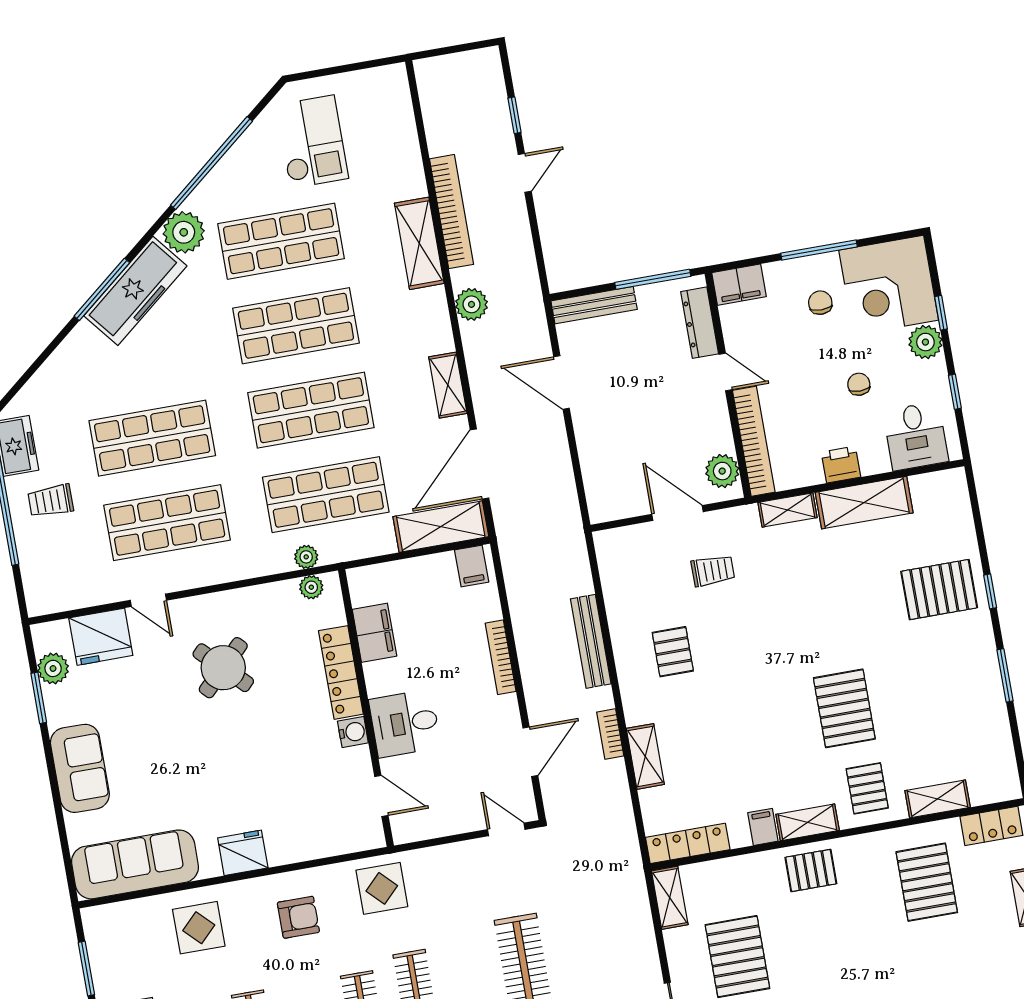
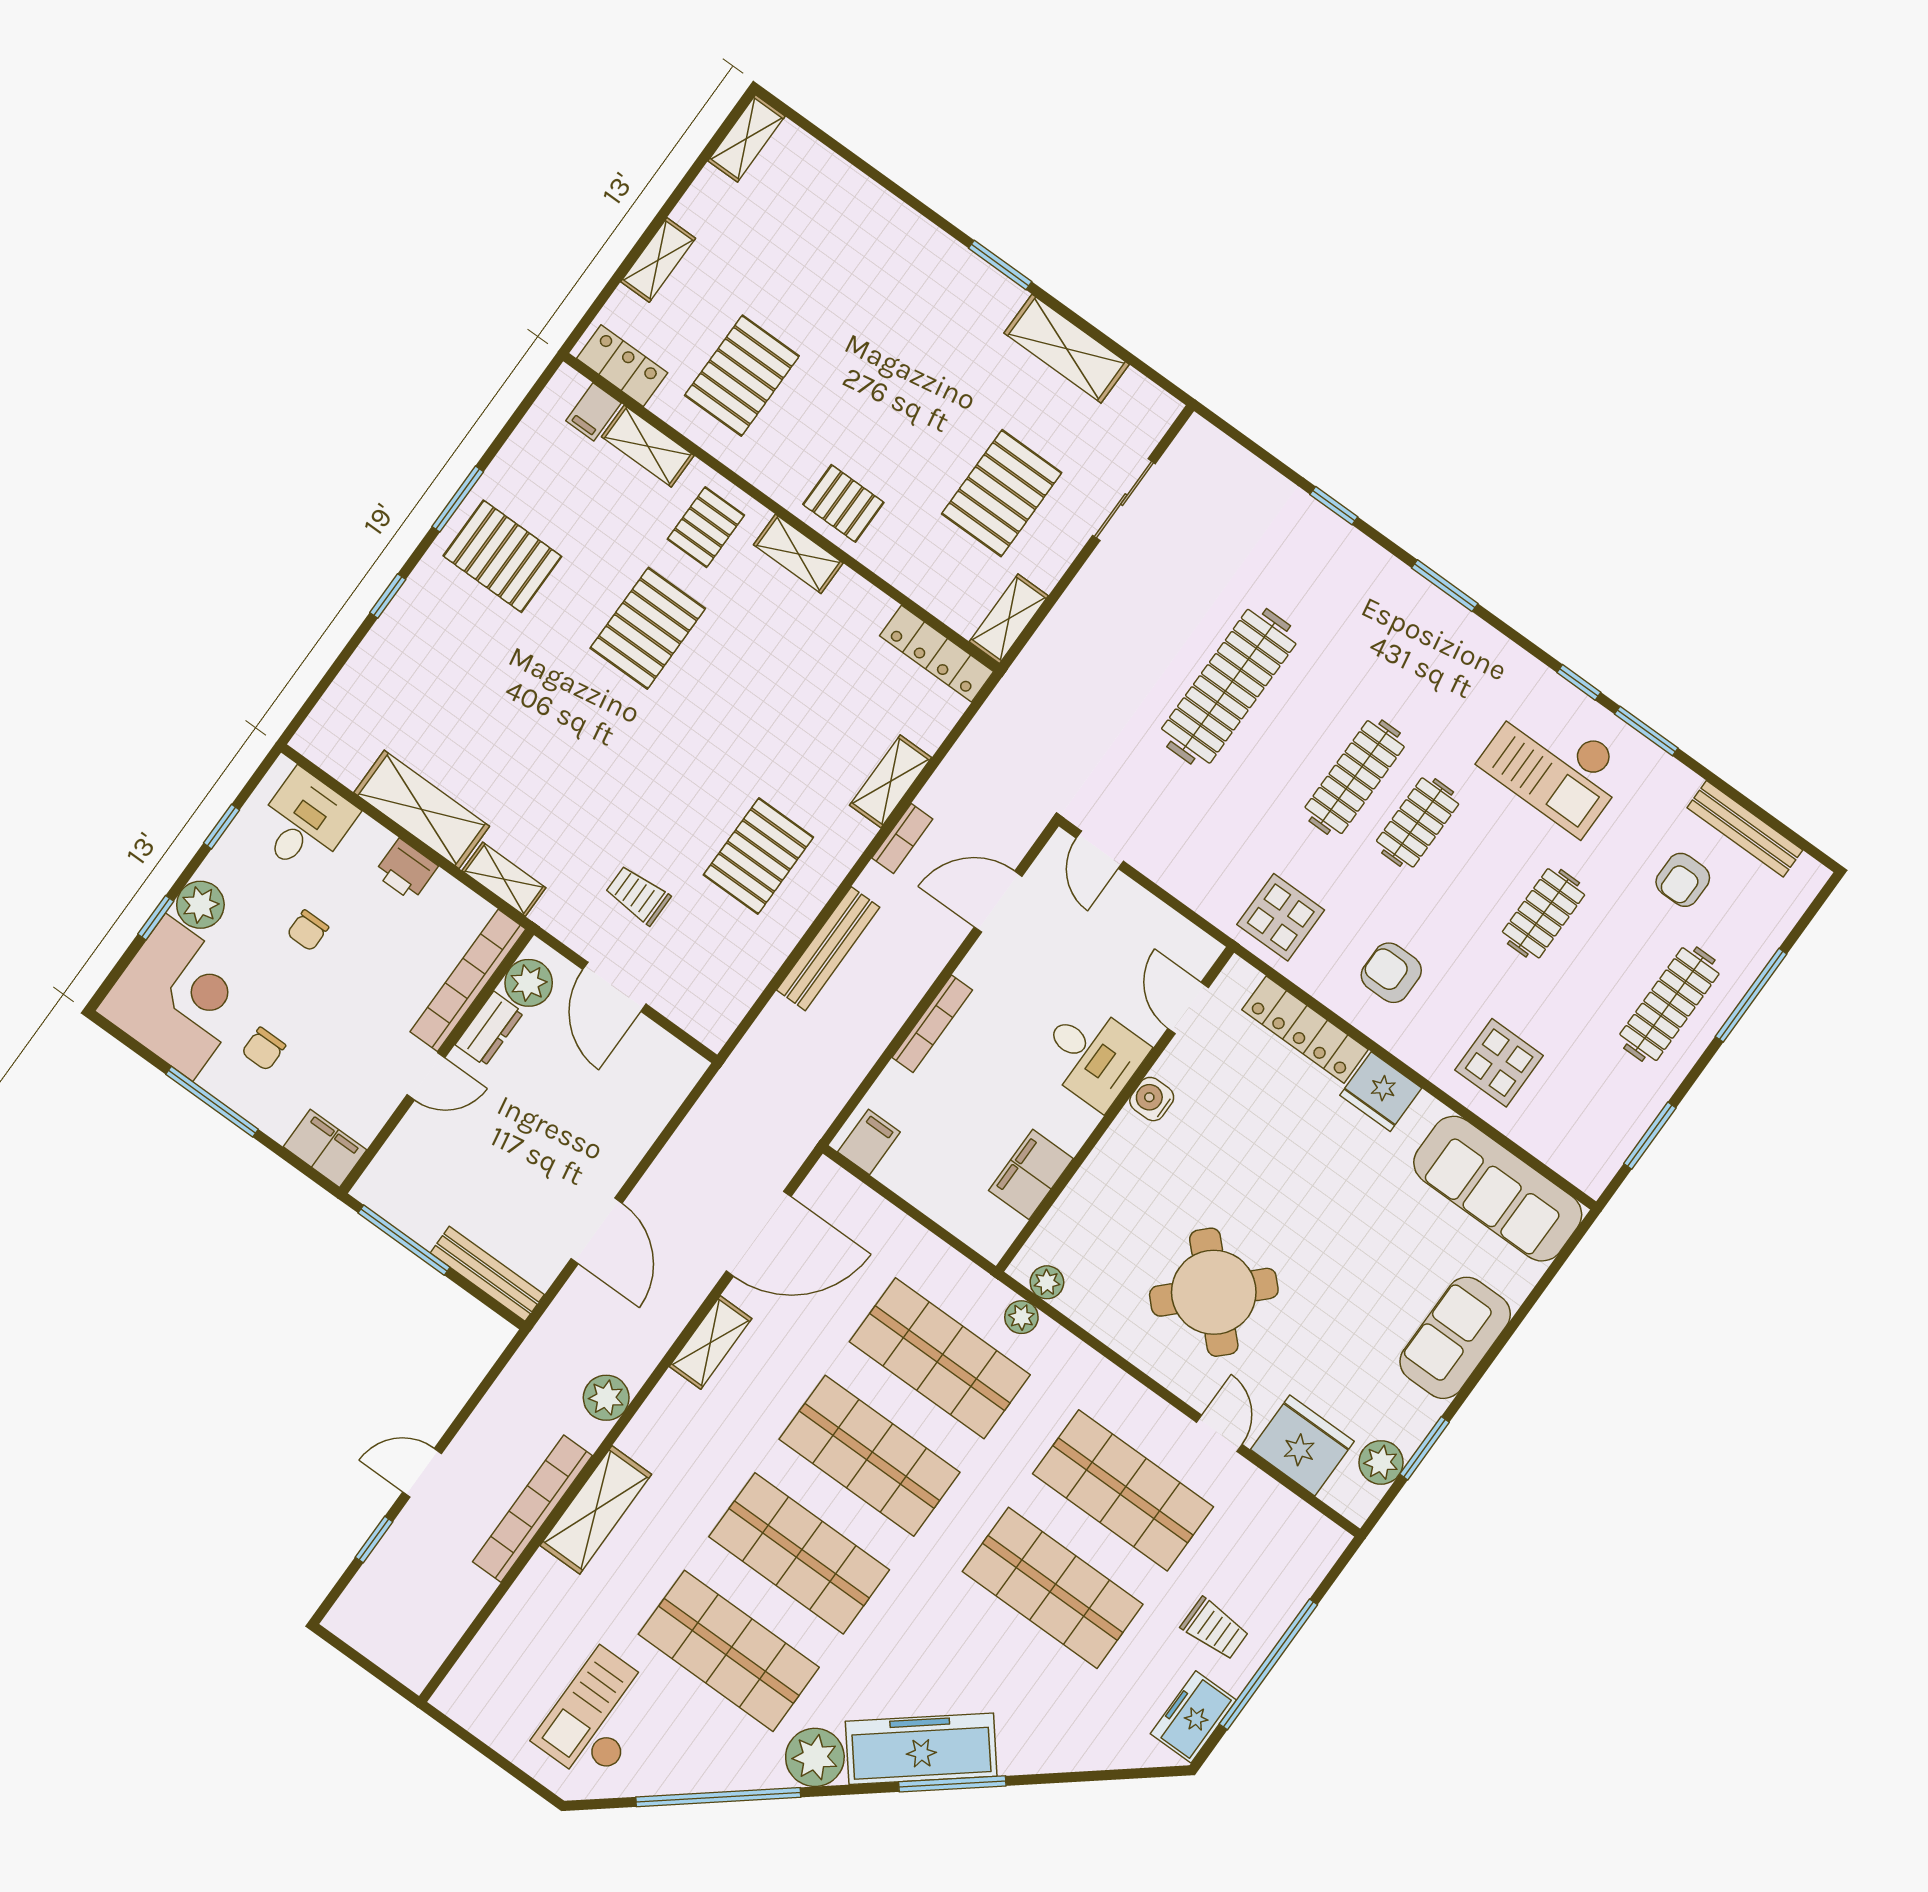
dresser: (700, 323) -> (489, 1029), moved, width x0.70
door: (726, 372) -> (426, 1076), swing flipped
shelving: (441, 527) -> (859, 1211), removed
pallet: (939, 590) -> (502, 556), moved
pallet: (673, 652) -> (758, 856), width x1.50, depth x1.42
round table: (223, 668) -> (1214, 1292), width x1.36, depth x1.36
locker: (341, 672) -> (1305, 1030), moved, turned 90
filing cabinet: (763, 827) -> (593, 412), moved

